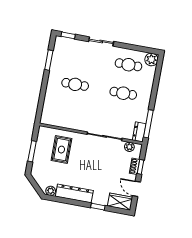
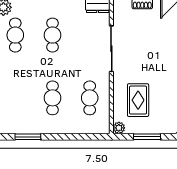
cafe table: (70, 113) -> (90, 98), added
plant: (129, 147) -> (119, 128), moved
rug: (61, 150) -> (138, 100), turned 90

